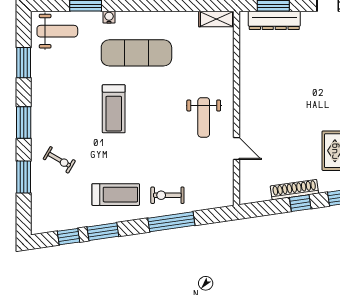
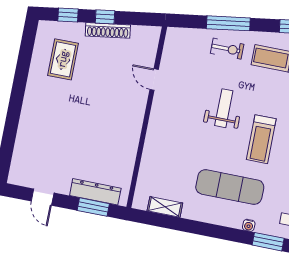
shelving: (216, 19) -> (165, 207), moved
treadmill: (114, 109) -> (261, 139), turned 180
weight bench: (204, 117) -> (224, 108), moved

